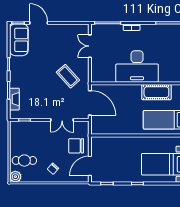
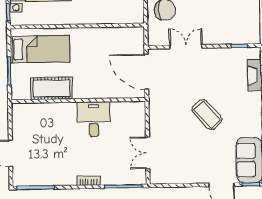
double door: (90, 46) -> (148, 153), swing flipped
desk: (137, 67) -> (94, 119), width x0.53, depth x0.77
coffee table: (68, 76) -> (207, 115), moved

